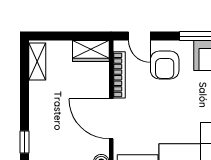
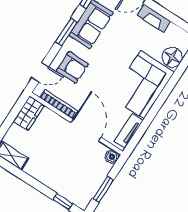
door: (111, 119) -> (86, 130), swing flipped

